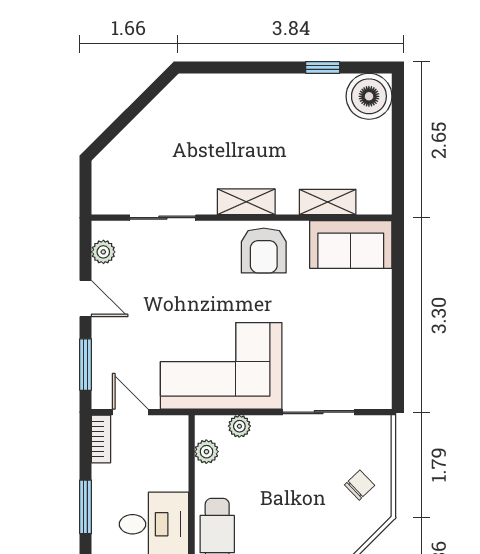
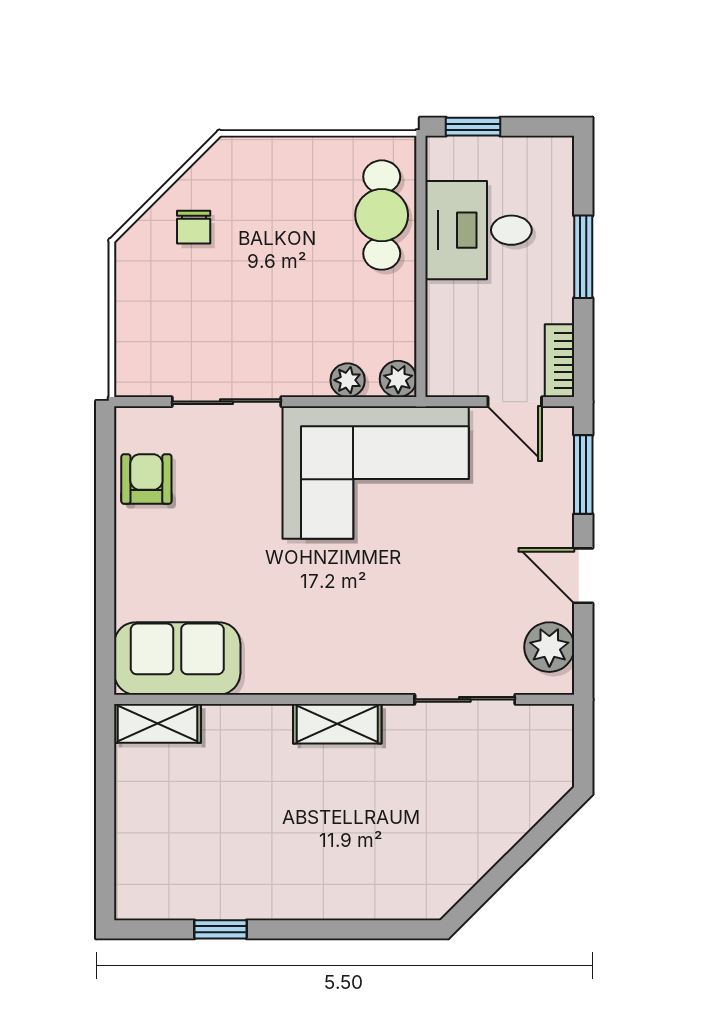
boiler: (369, 96) -> (149, 885), removed
shelving: (328, 202) -> (157, 723), moved
armchair: (264, 250) -> (146, 479), moved, width x0.72, depth x0.72
plant: (103, 252) -> (549, 647), width x1.38, depth x1.38
plant: (206, 452) -> (398, 379), moved
chair: (360, 485) -> (194, 227), moved, turned -46

